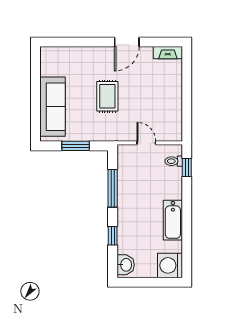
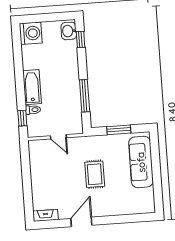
toilet: (174, 161) -> (33, 110), moved
bathtub: (173, 220) -> (32, 87), moved
window: (113, 236) -> (81, 39), moved

